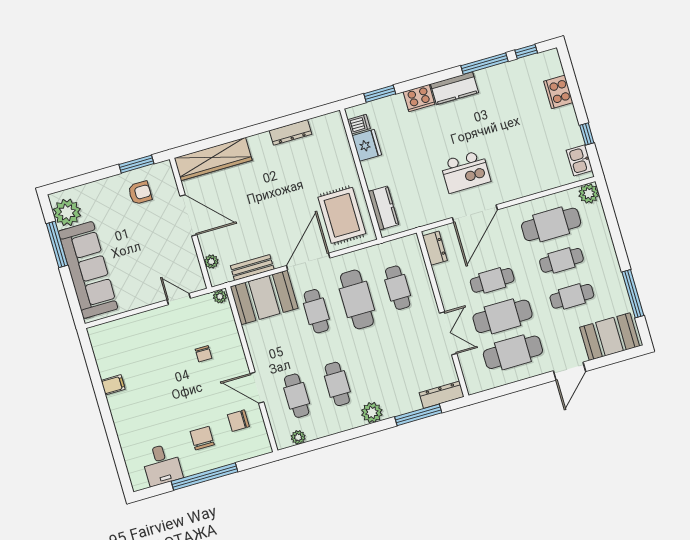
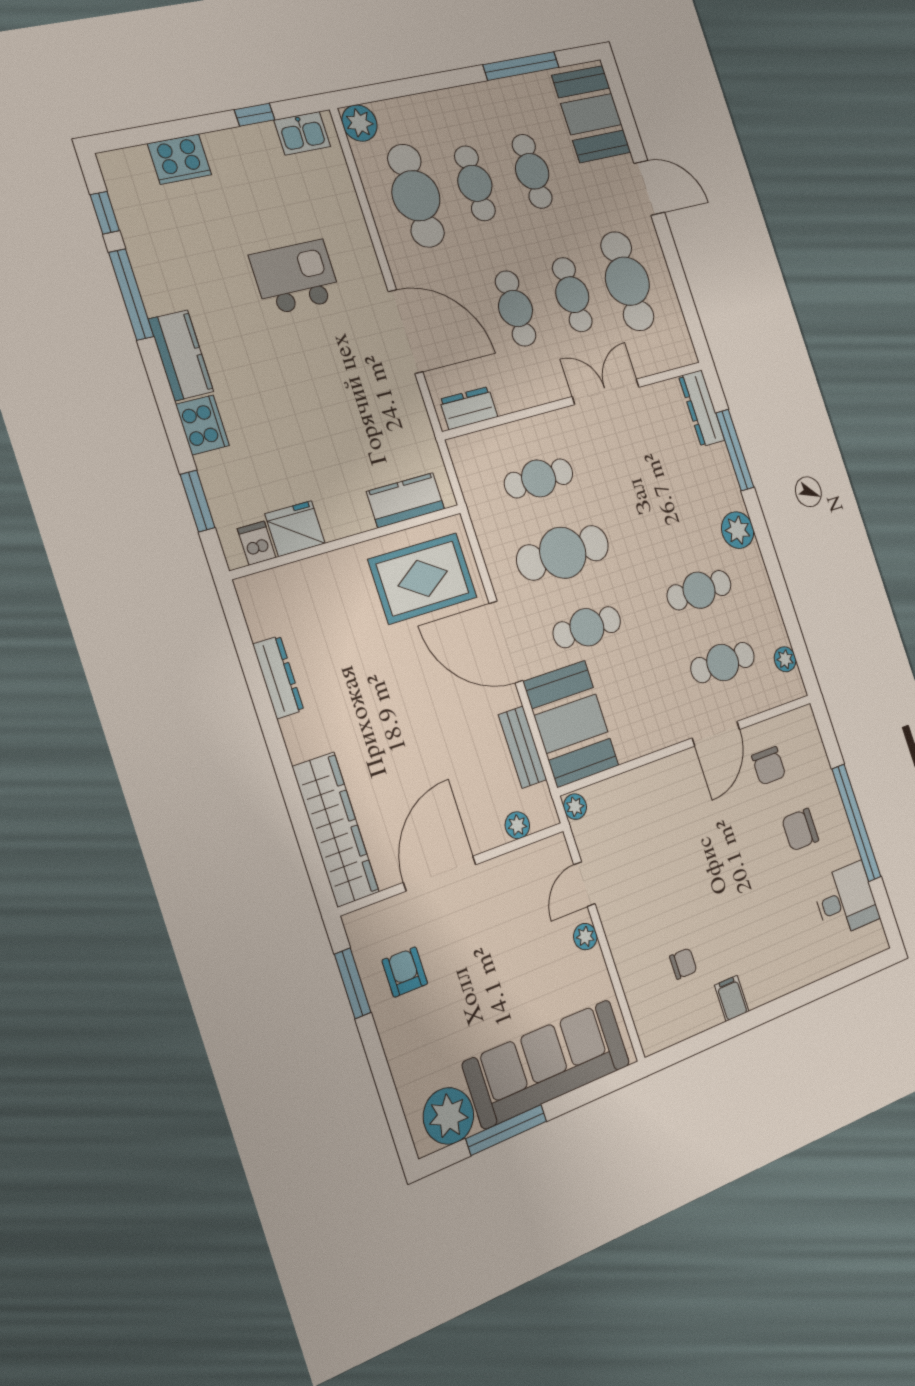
kitchen island: (466, 172) -> (295, 277), moved, turned -90
plant: (151, 297) -> (585, 937), added
cafe table: (503, 316) -> (572, 295), width x0.73, depth x0.74
chair: (204, 354) -> (683, 964), moved

